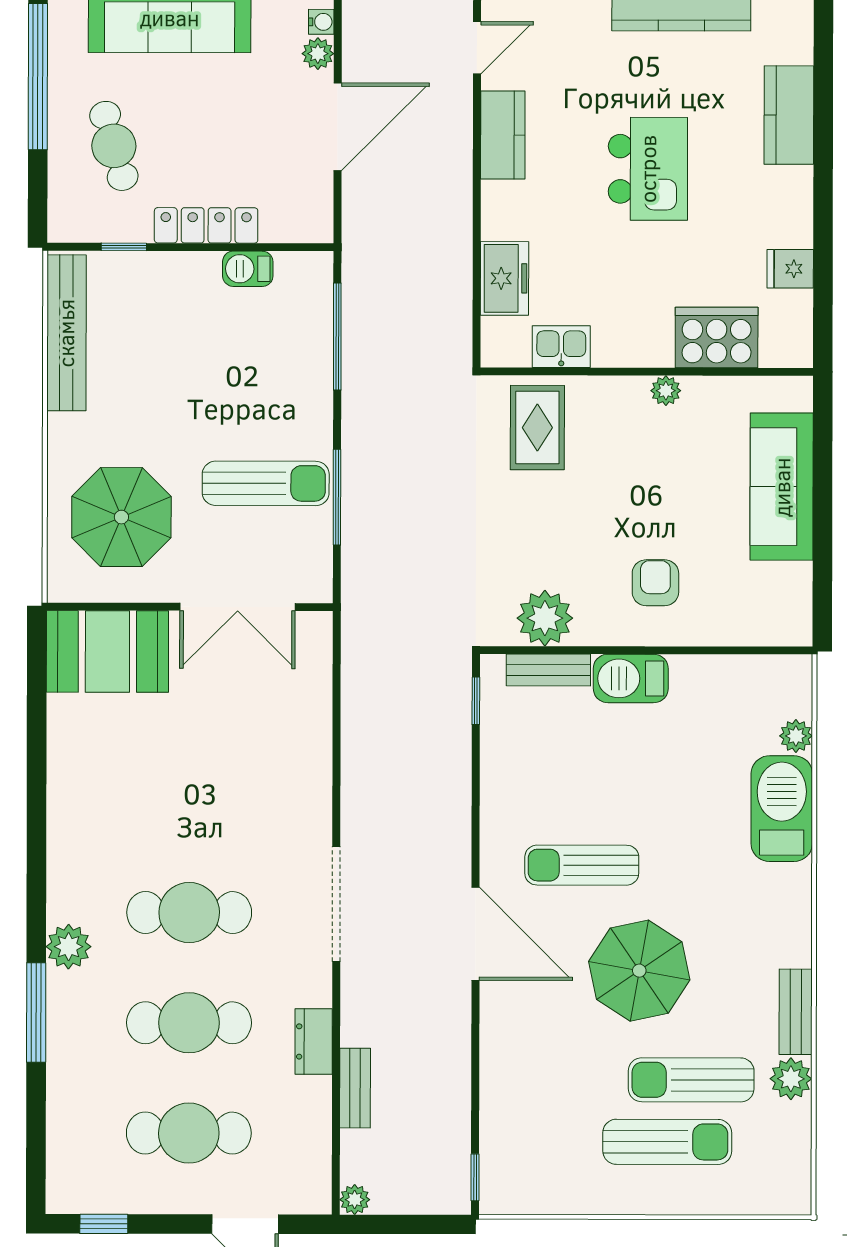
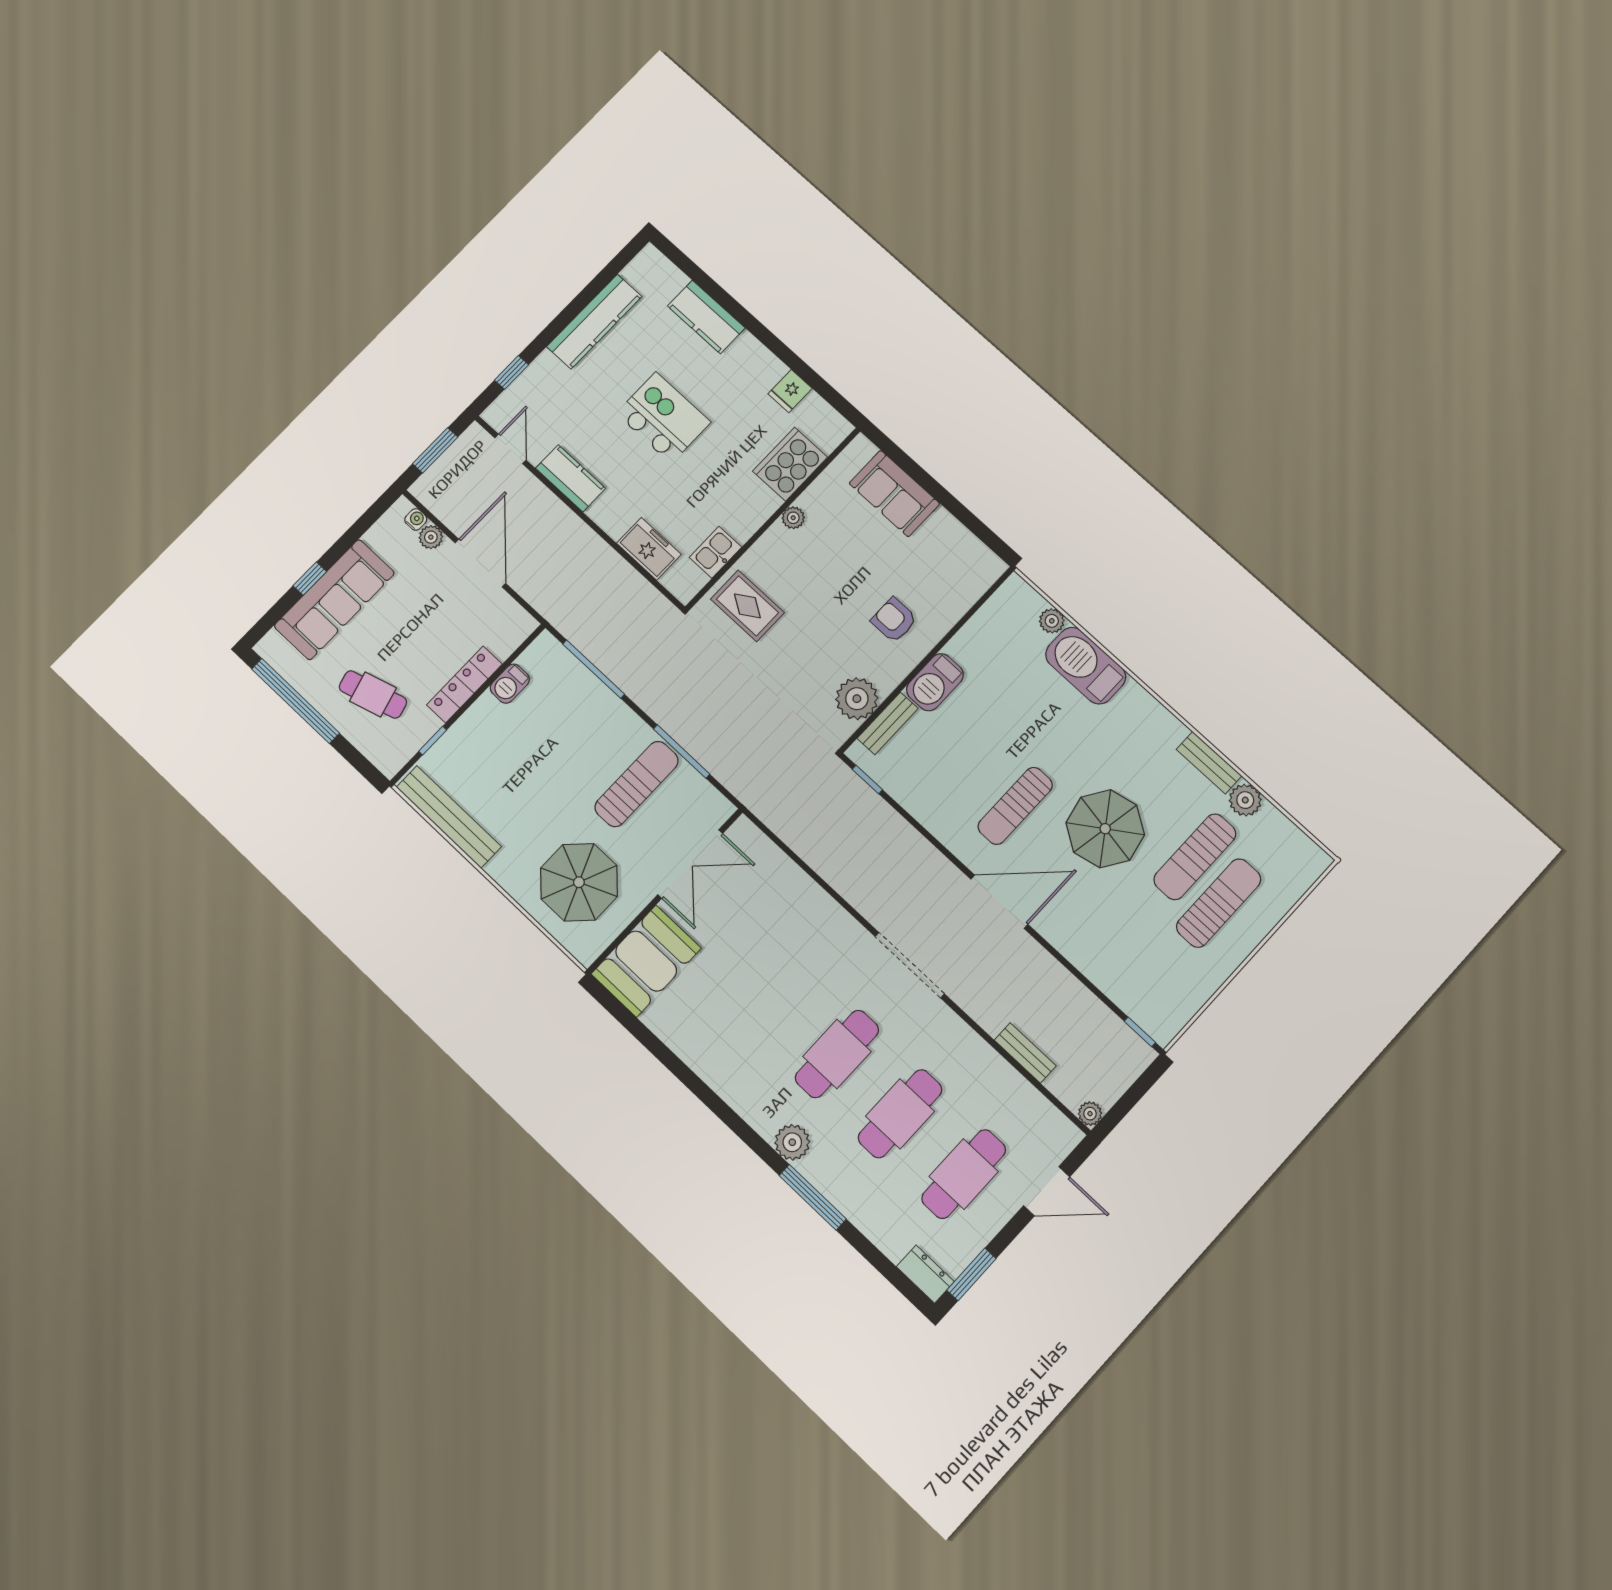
sofa: (782, 487) -> (894, 493), width x0.73
dresser: (314, 1041) -> (925, 1274), moved, turned 180
window: (104, 1224) -> (971, 1274), width x1.50

